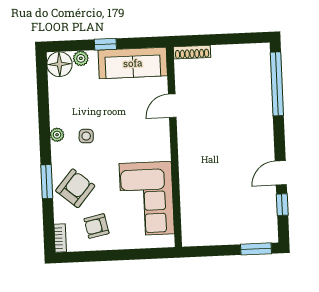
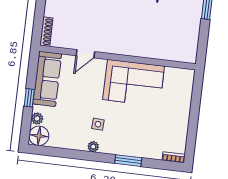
door: (172, 106) -> (85, 54), hinge flipped
armchair: (75, 188) -> (137, 139), removed
corner sofa: (147, 199) -> (134, 83), moved
armchair: (96, 226) -> (169, 128), removed

